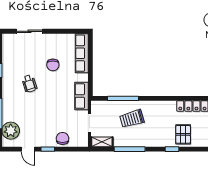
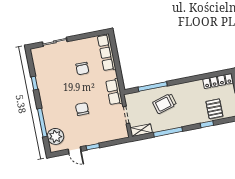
wheelchair: (29, 84) -> (64, 90), removed
chair: (62, 138) -> (82, 109), moved

